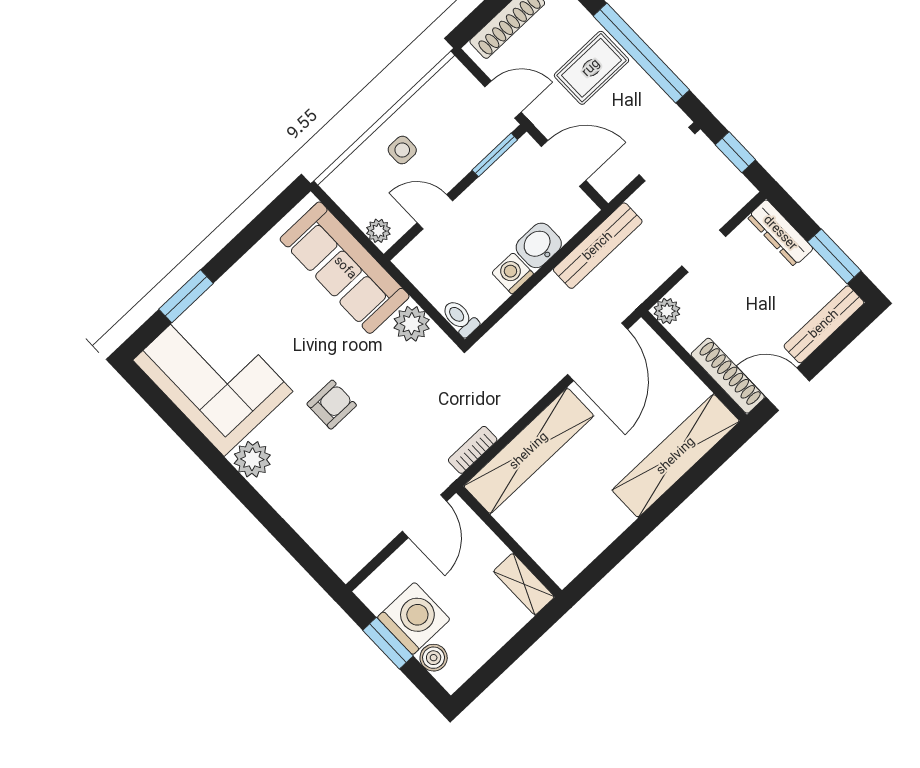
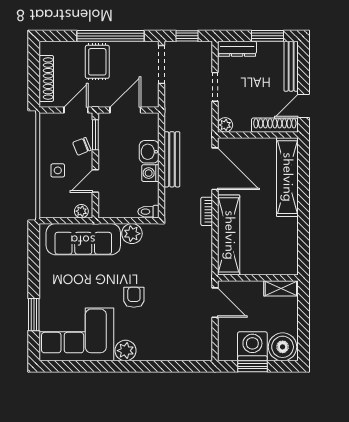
chair: (463, 152) -> (82, 146), added
bench: (598, 246) -> (172, 159), moved
bookcase: (473, 450) -> (207, 211), moved
boiler: (434, 658) -> (283, 347), width x1.86, depth x1.86

